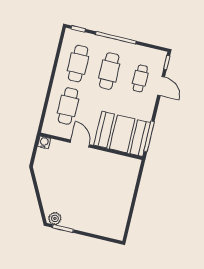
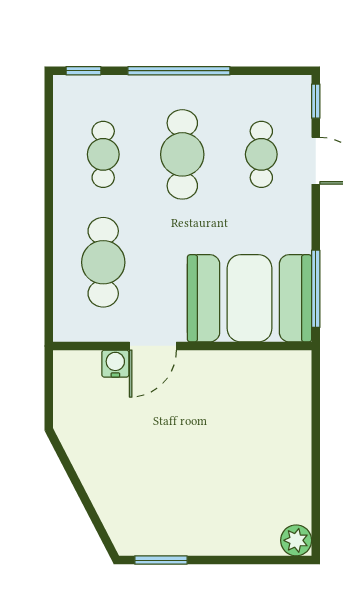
cafe table: (78, 64) -> (103, 154), width x0.73, depth x0.74
water cooler: (44, 142) -> (115, 364), moved
door: (80, 144) -> (153, 346), swing flipped
plant: (55, 218) -> (296, 540), moved

